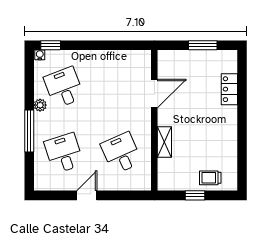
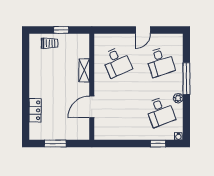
window: (51, 45) -> (158, 144), moved

